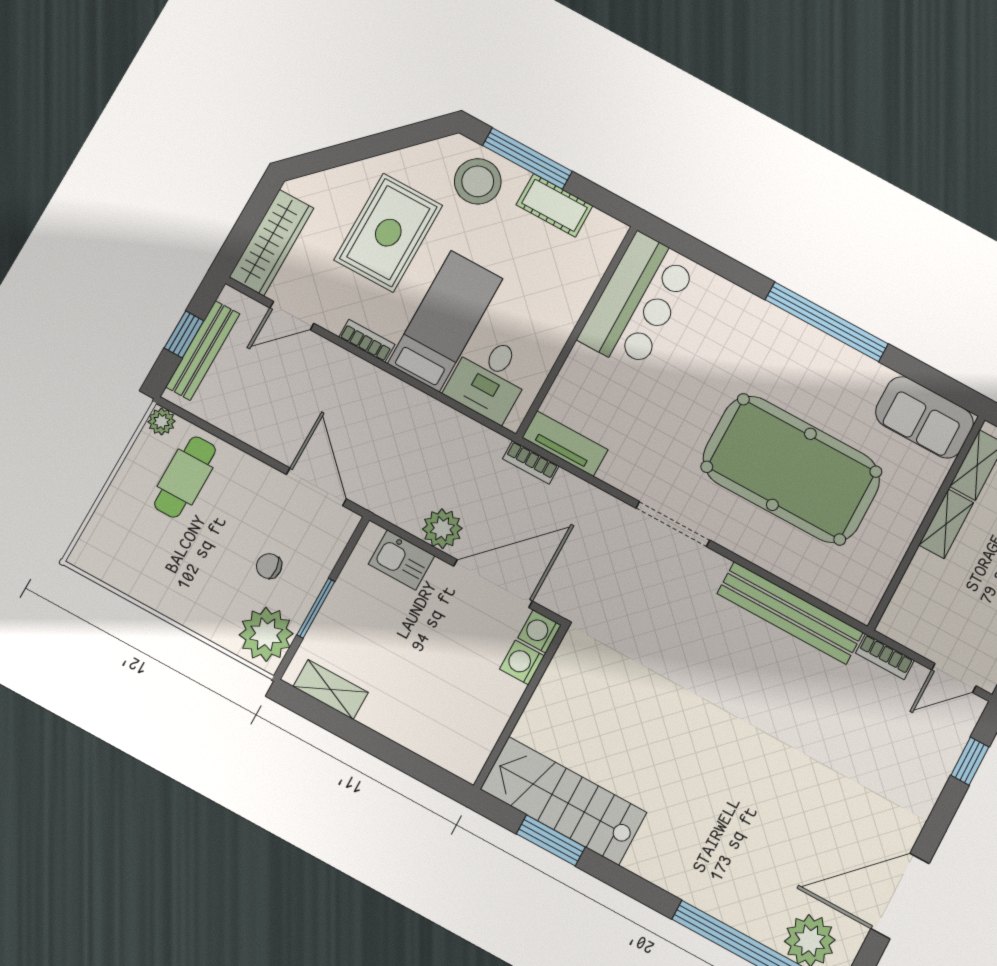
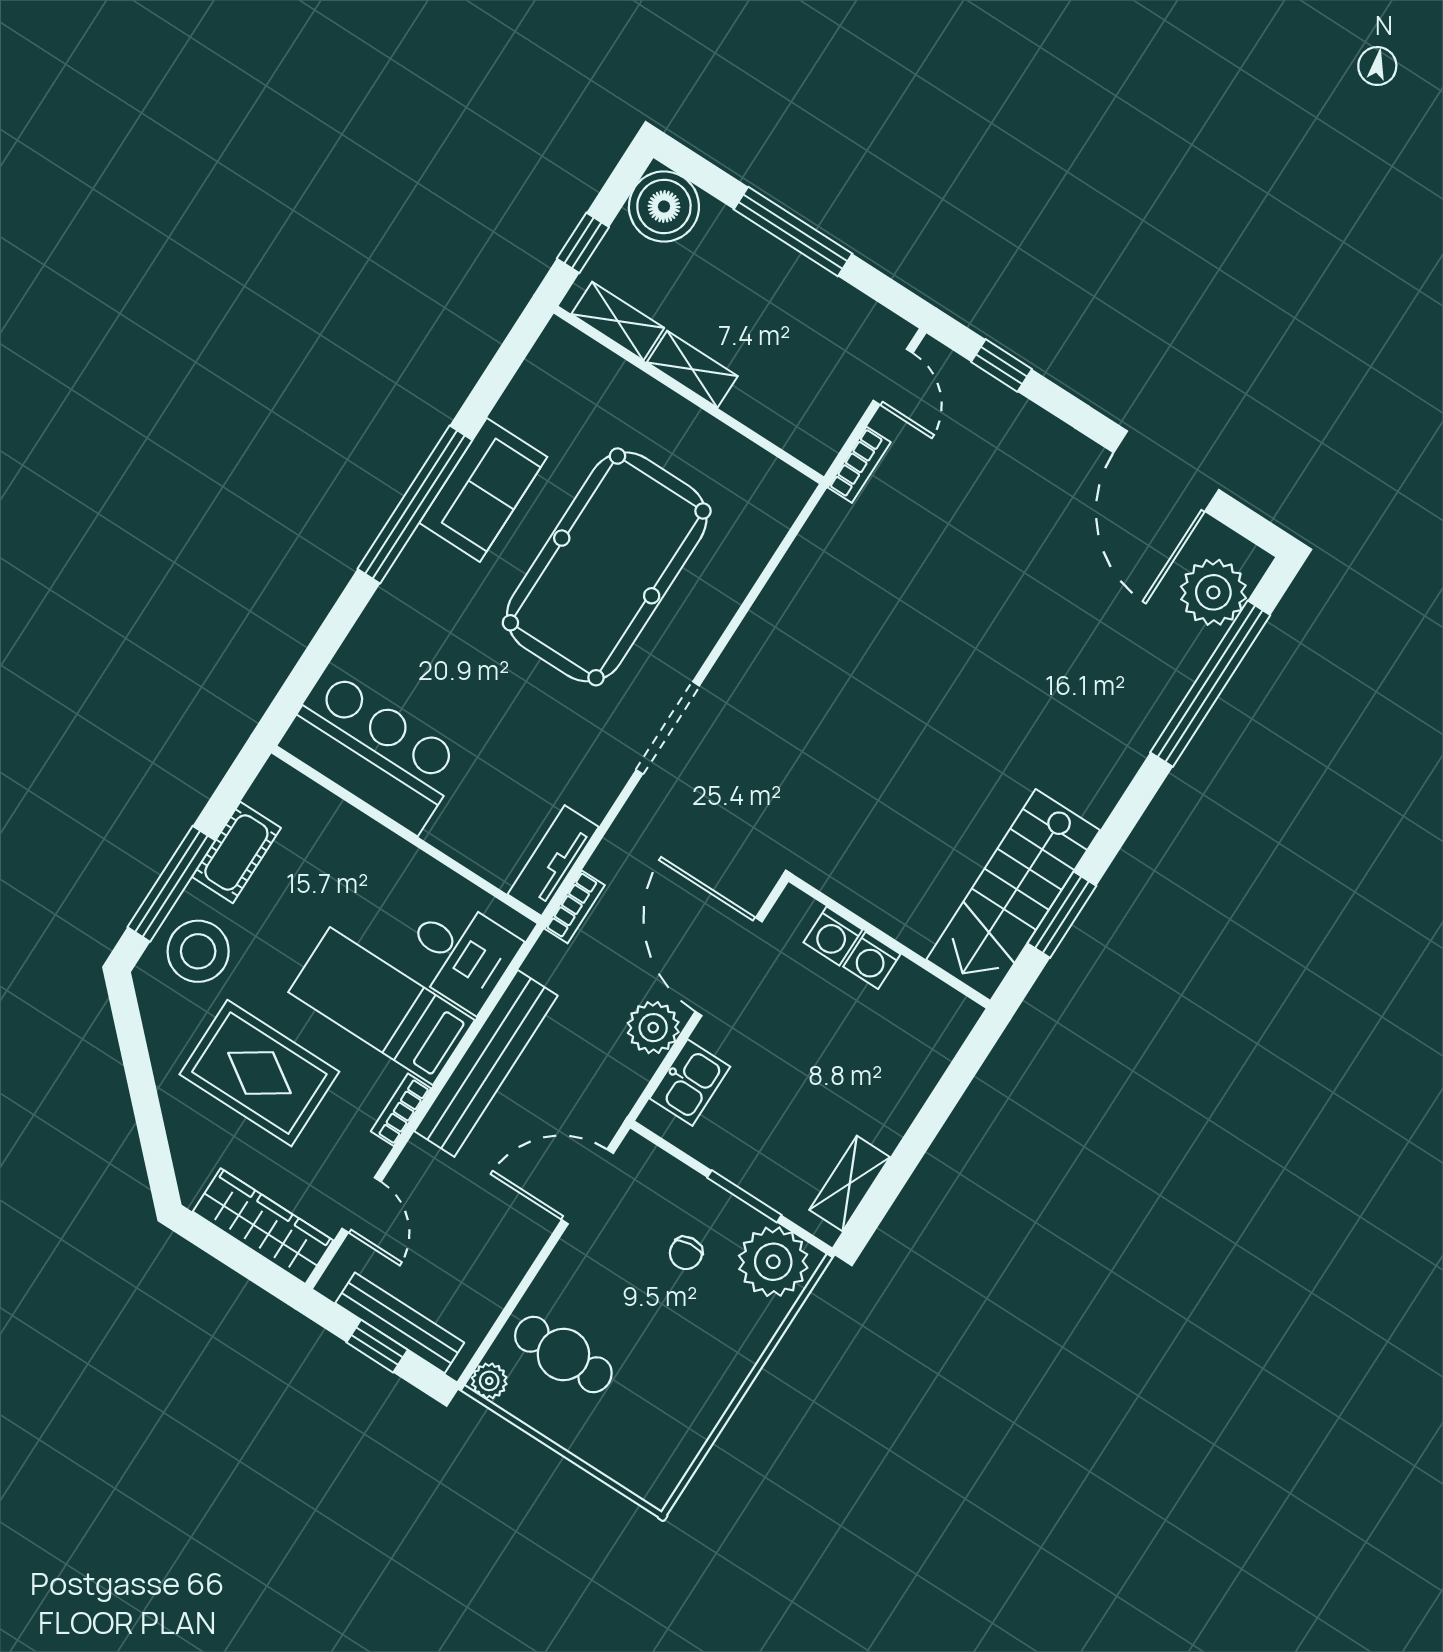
sofa: (924, 417) -> (483, 490), moved
bench: (790, 613) -> (486, 1063), moved
washing machine: (540, 631) -> (872, 960), moved

